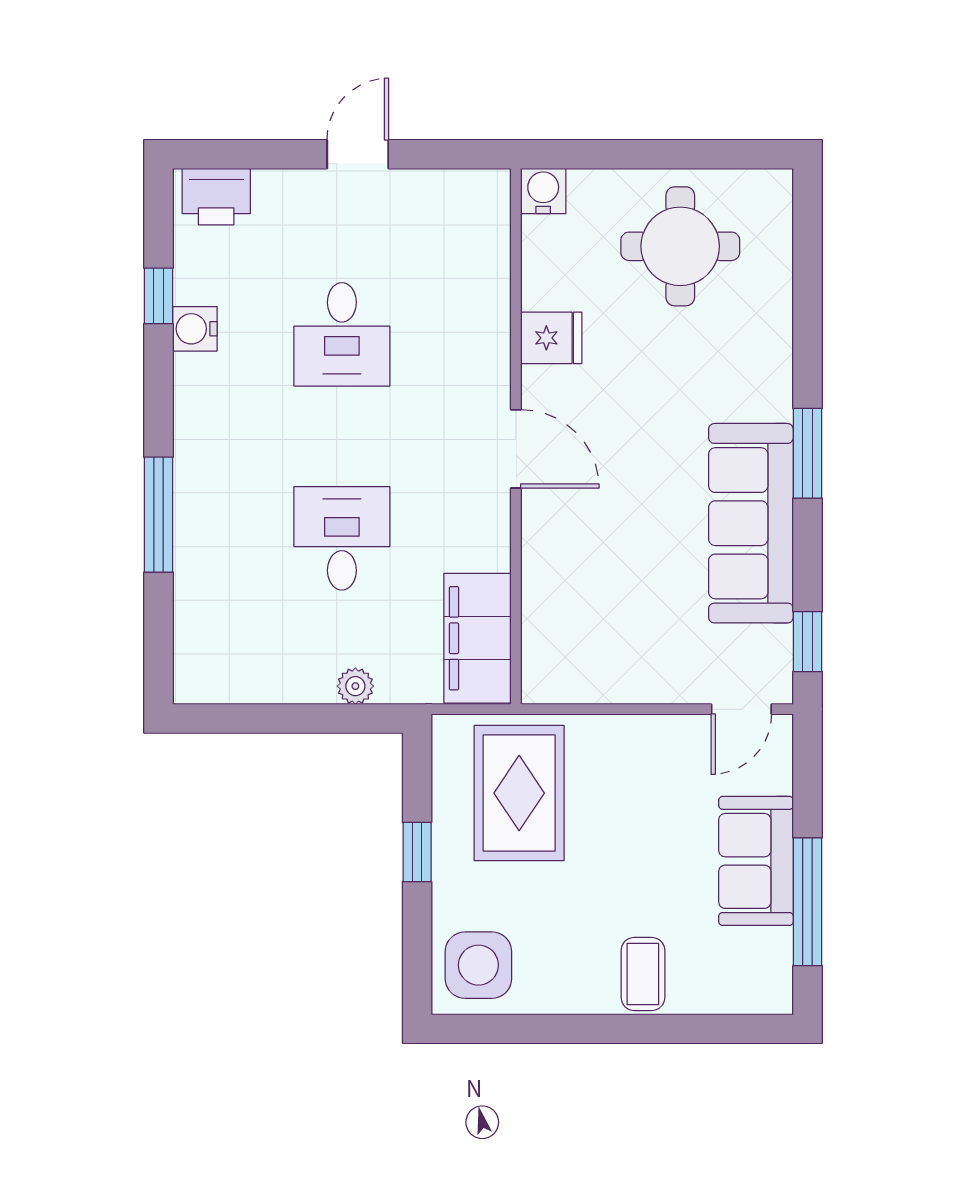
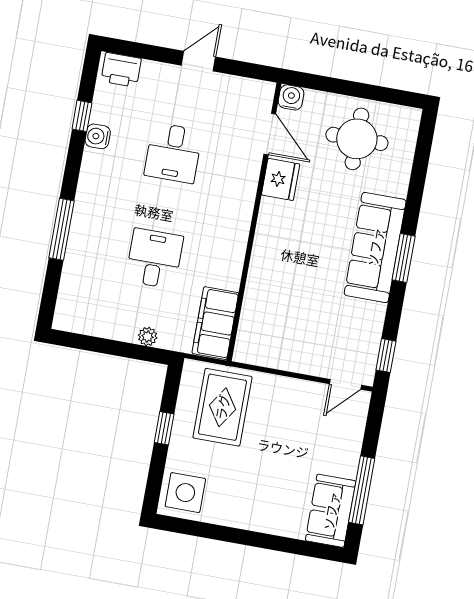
fridge: (551, 338) -> (281, 179), width x1.38
door: (516, 449) -> (270, 134), moved
sofa: (751, 523) -> (375, 247), moved
sofa: (756, 861) -> (331, 511), moved
coffee table: (643, 974) -> (270, 512), removed

